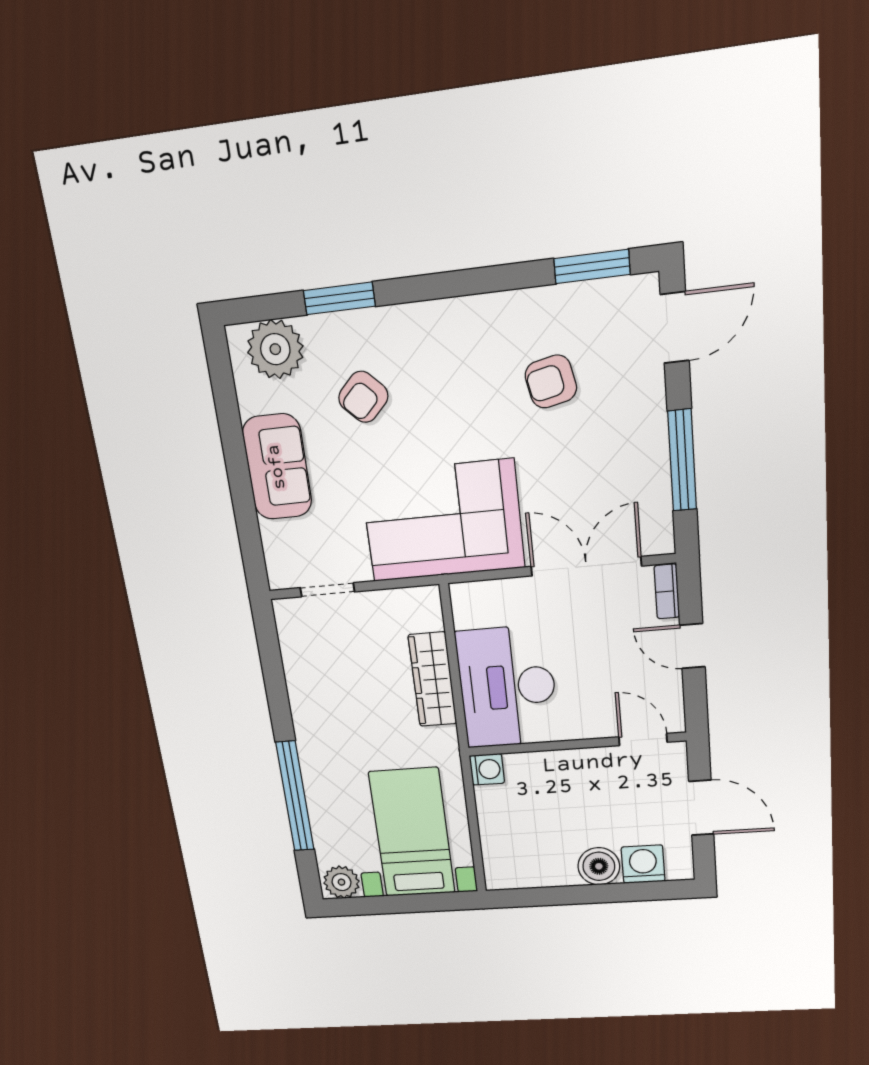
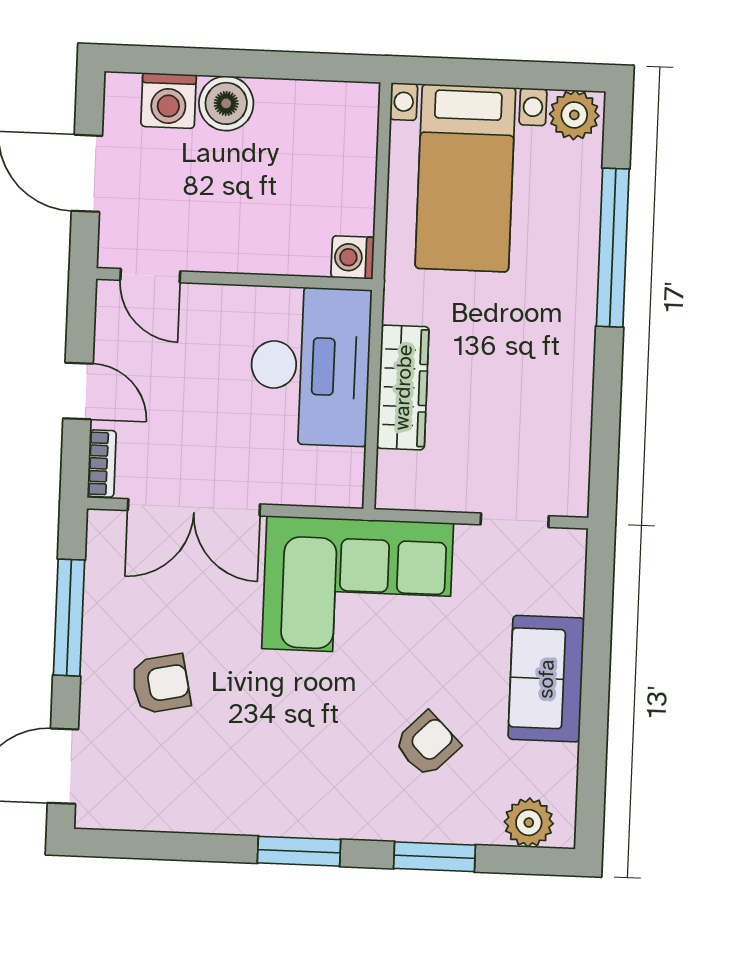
window: (592, 266) -> (299, 851), moved
plant: (275, 349) -> (529, 823), width x0.73, depth x0.73
armchair: (551, 382) -> (161, 684), moved

